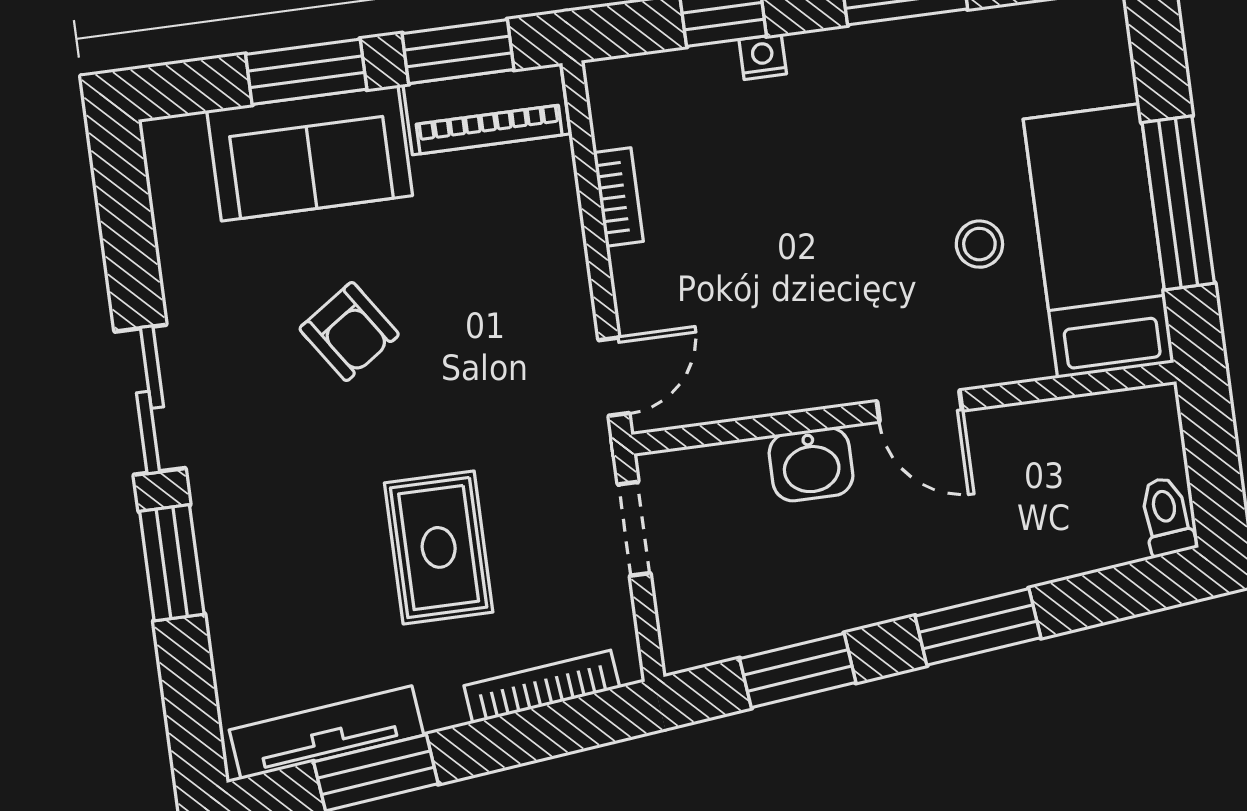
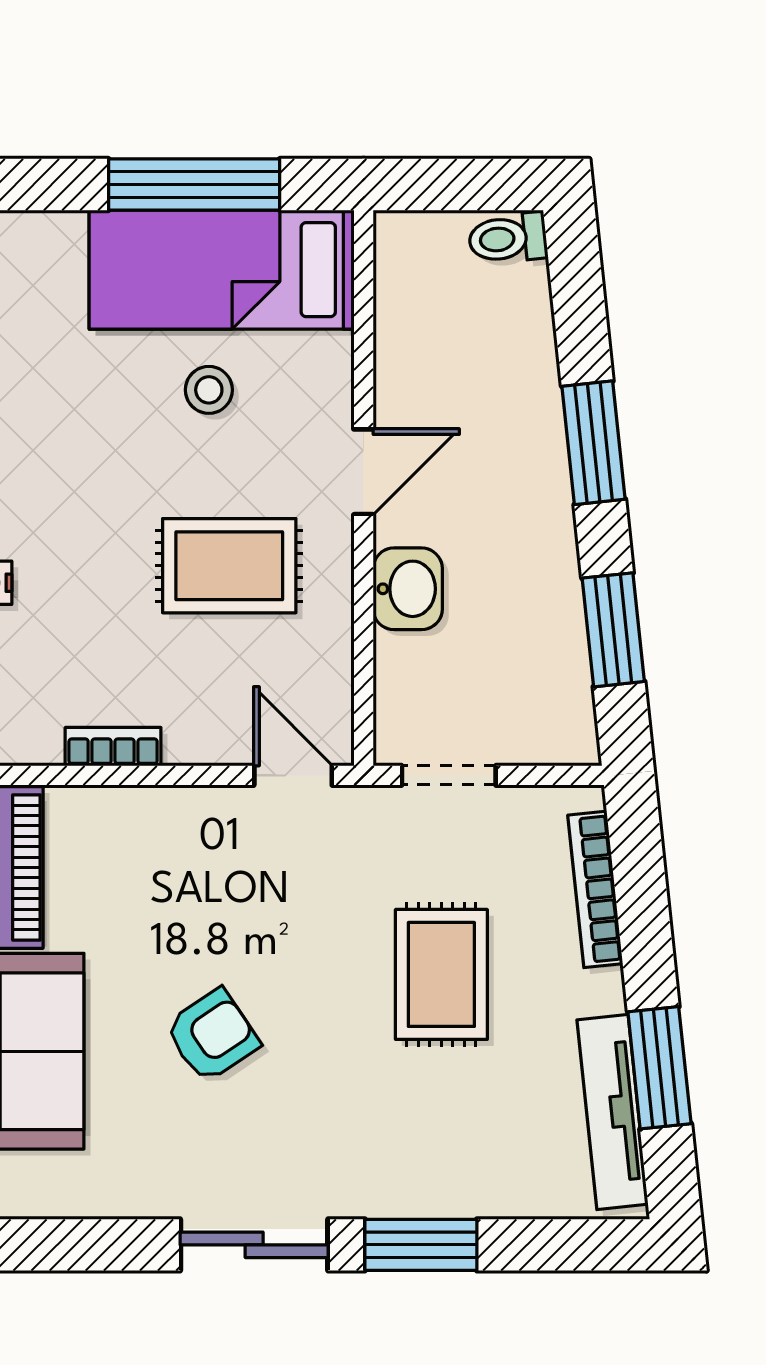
rug: (810, 287) -> (229, 566), added
rug: (439, 547) -> (441, 974), turned 90

